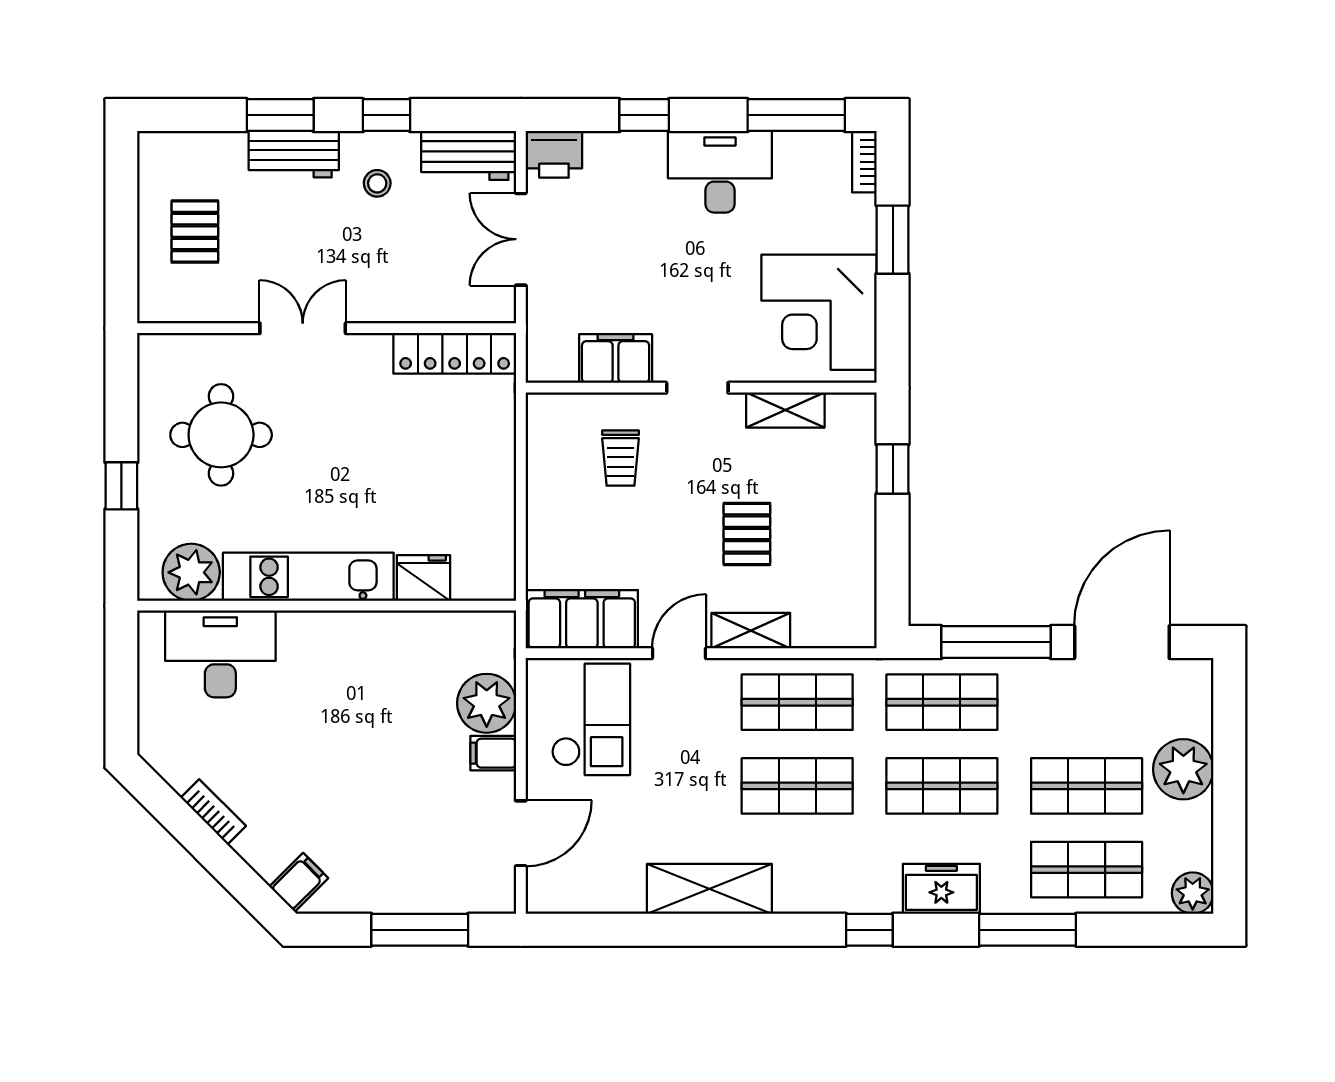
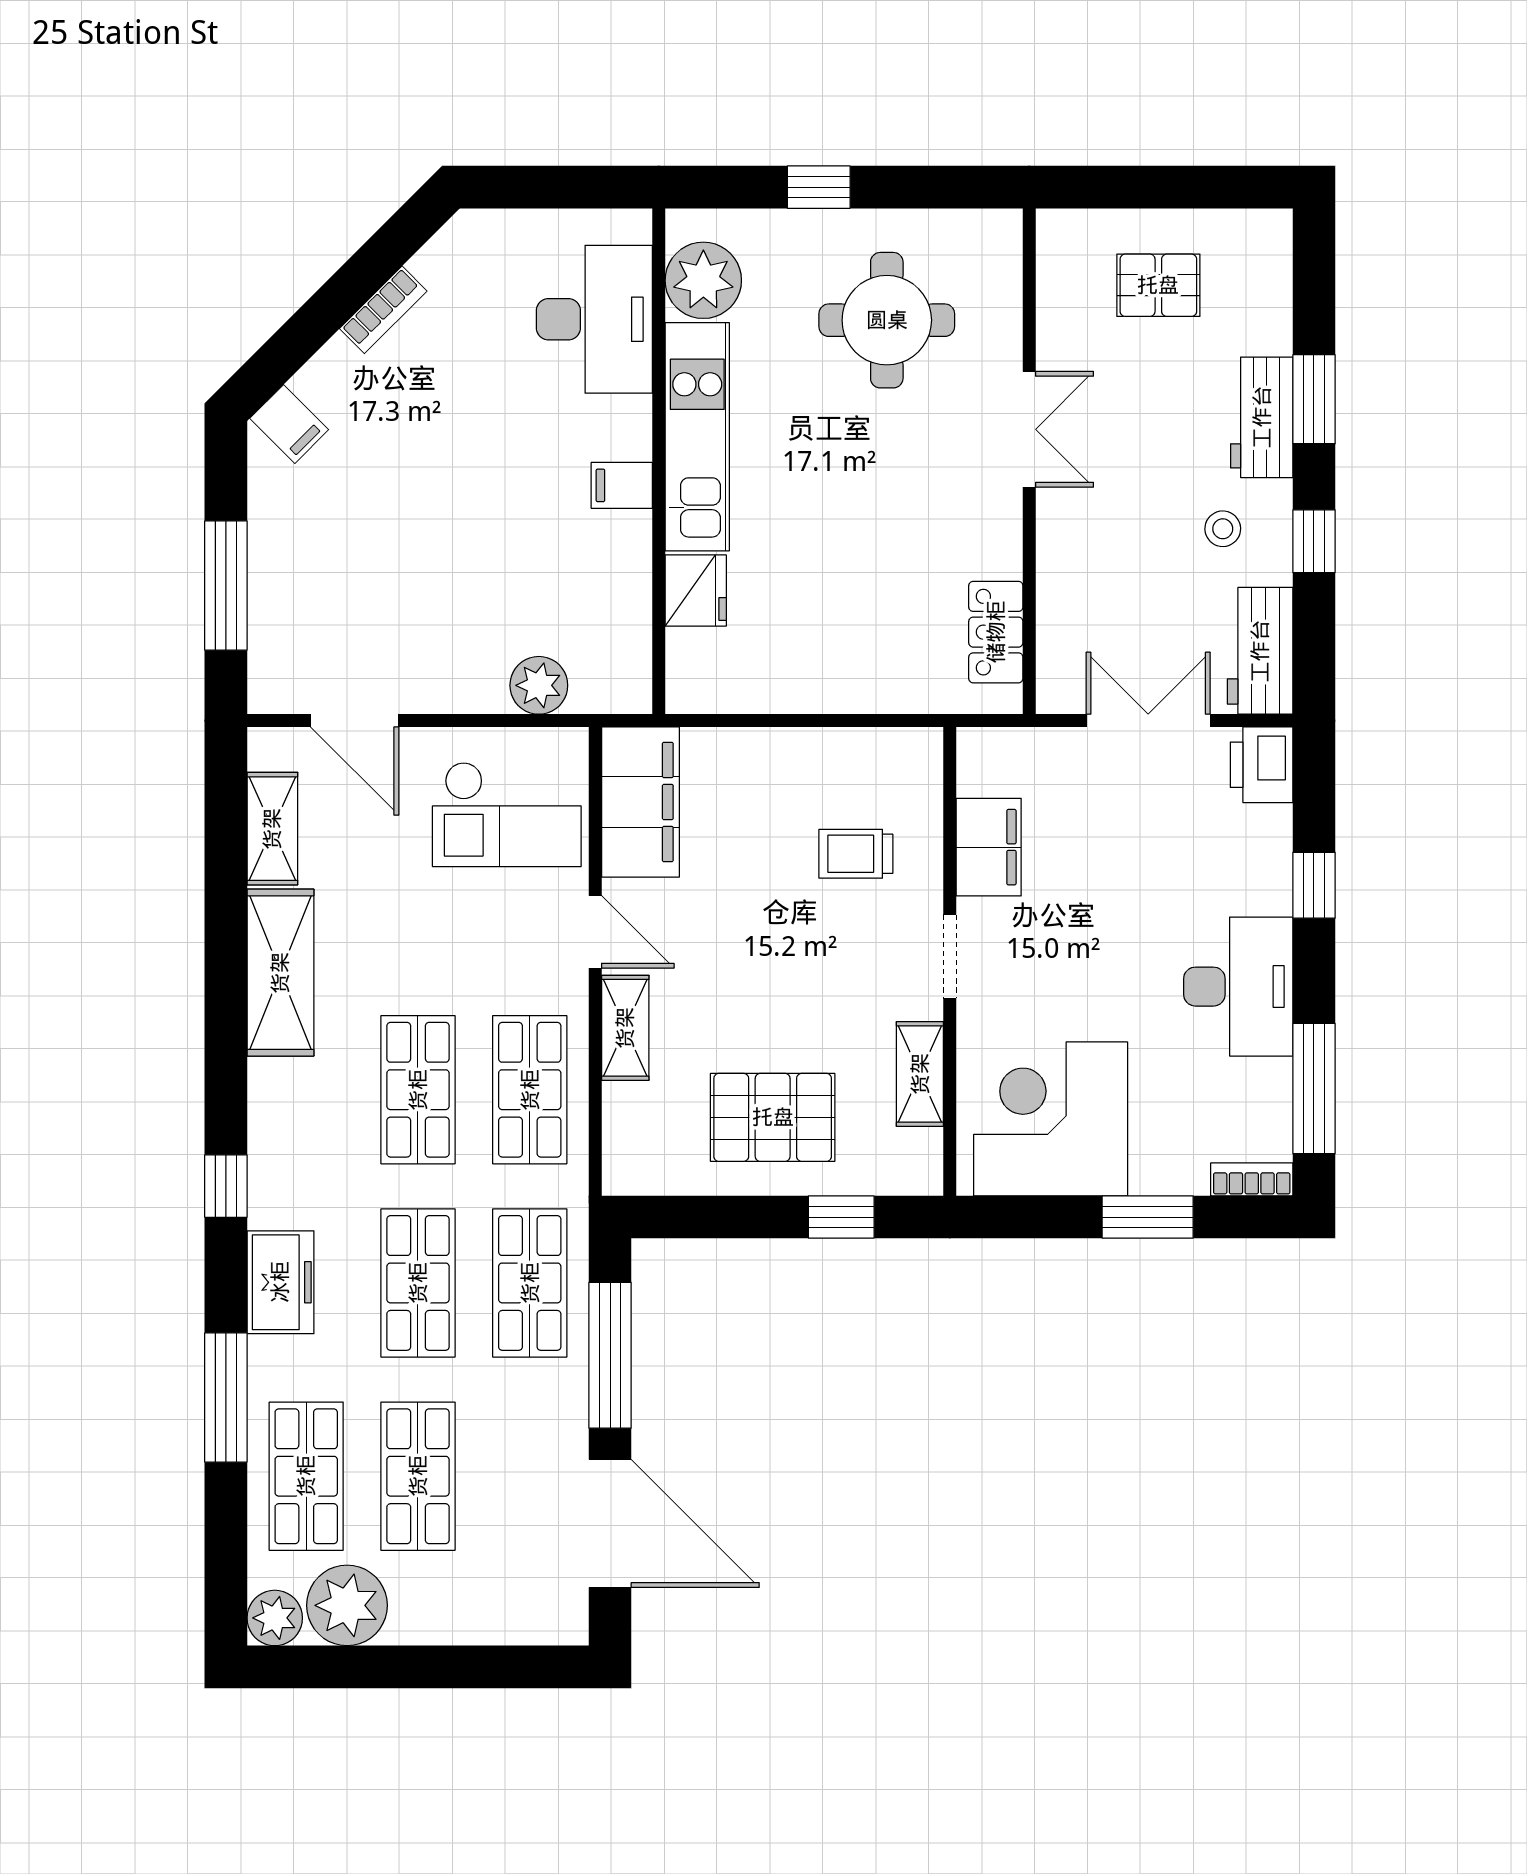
locker: (455, 353) -> (996, 632), width x0.66
pallet: (747, 534) -> (773, 1117), moved, width x1.50, depth x1.42
plant: (487, 703) -> (539, 685), width x0.73, depth x0.73
filing cabinet: (493, 753) -> (622, 485), moved, turned -90
plant: (1183, 769) -> (347, 1605), moved
shelving: (602, 895) -> (272, 829), added

